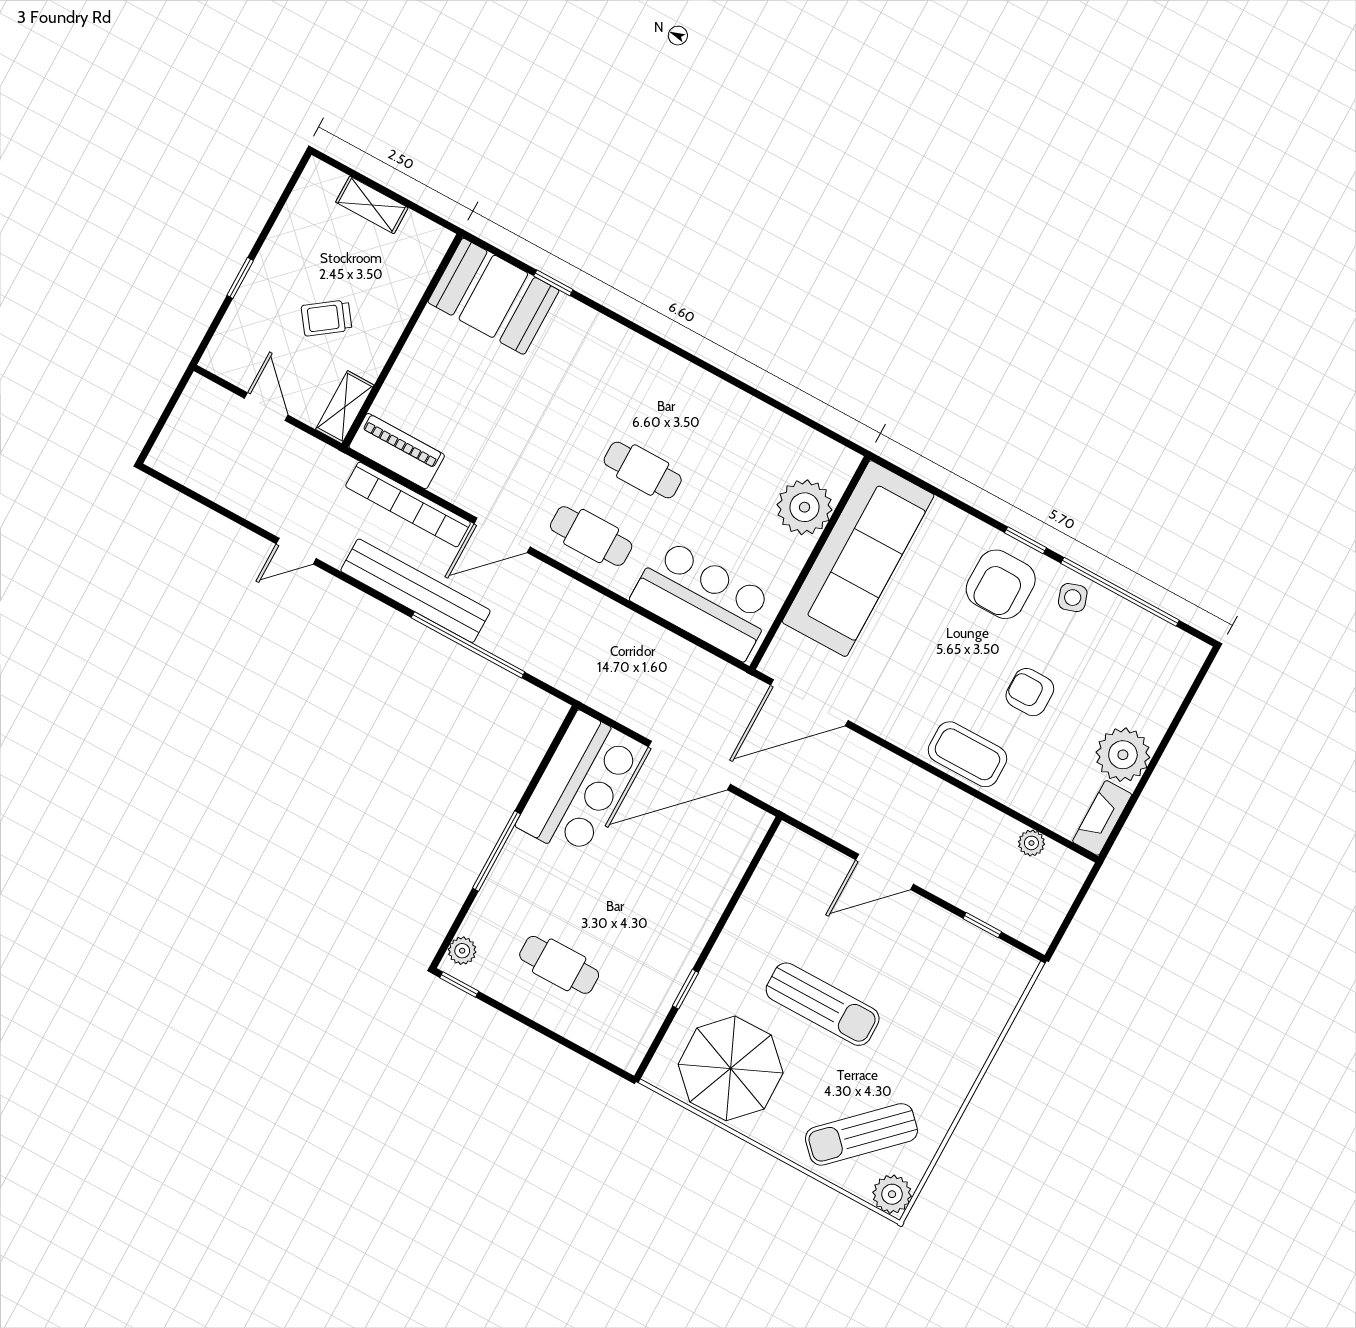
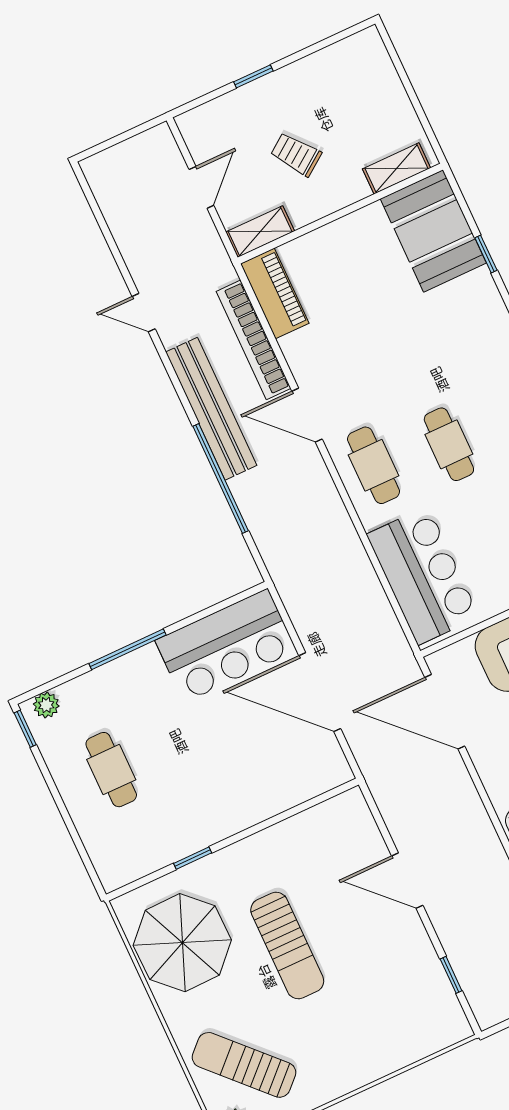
shelving: (372, 205) -> (396, 168), moved, turned 90

